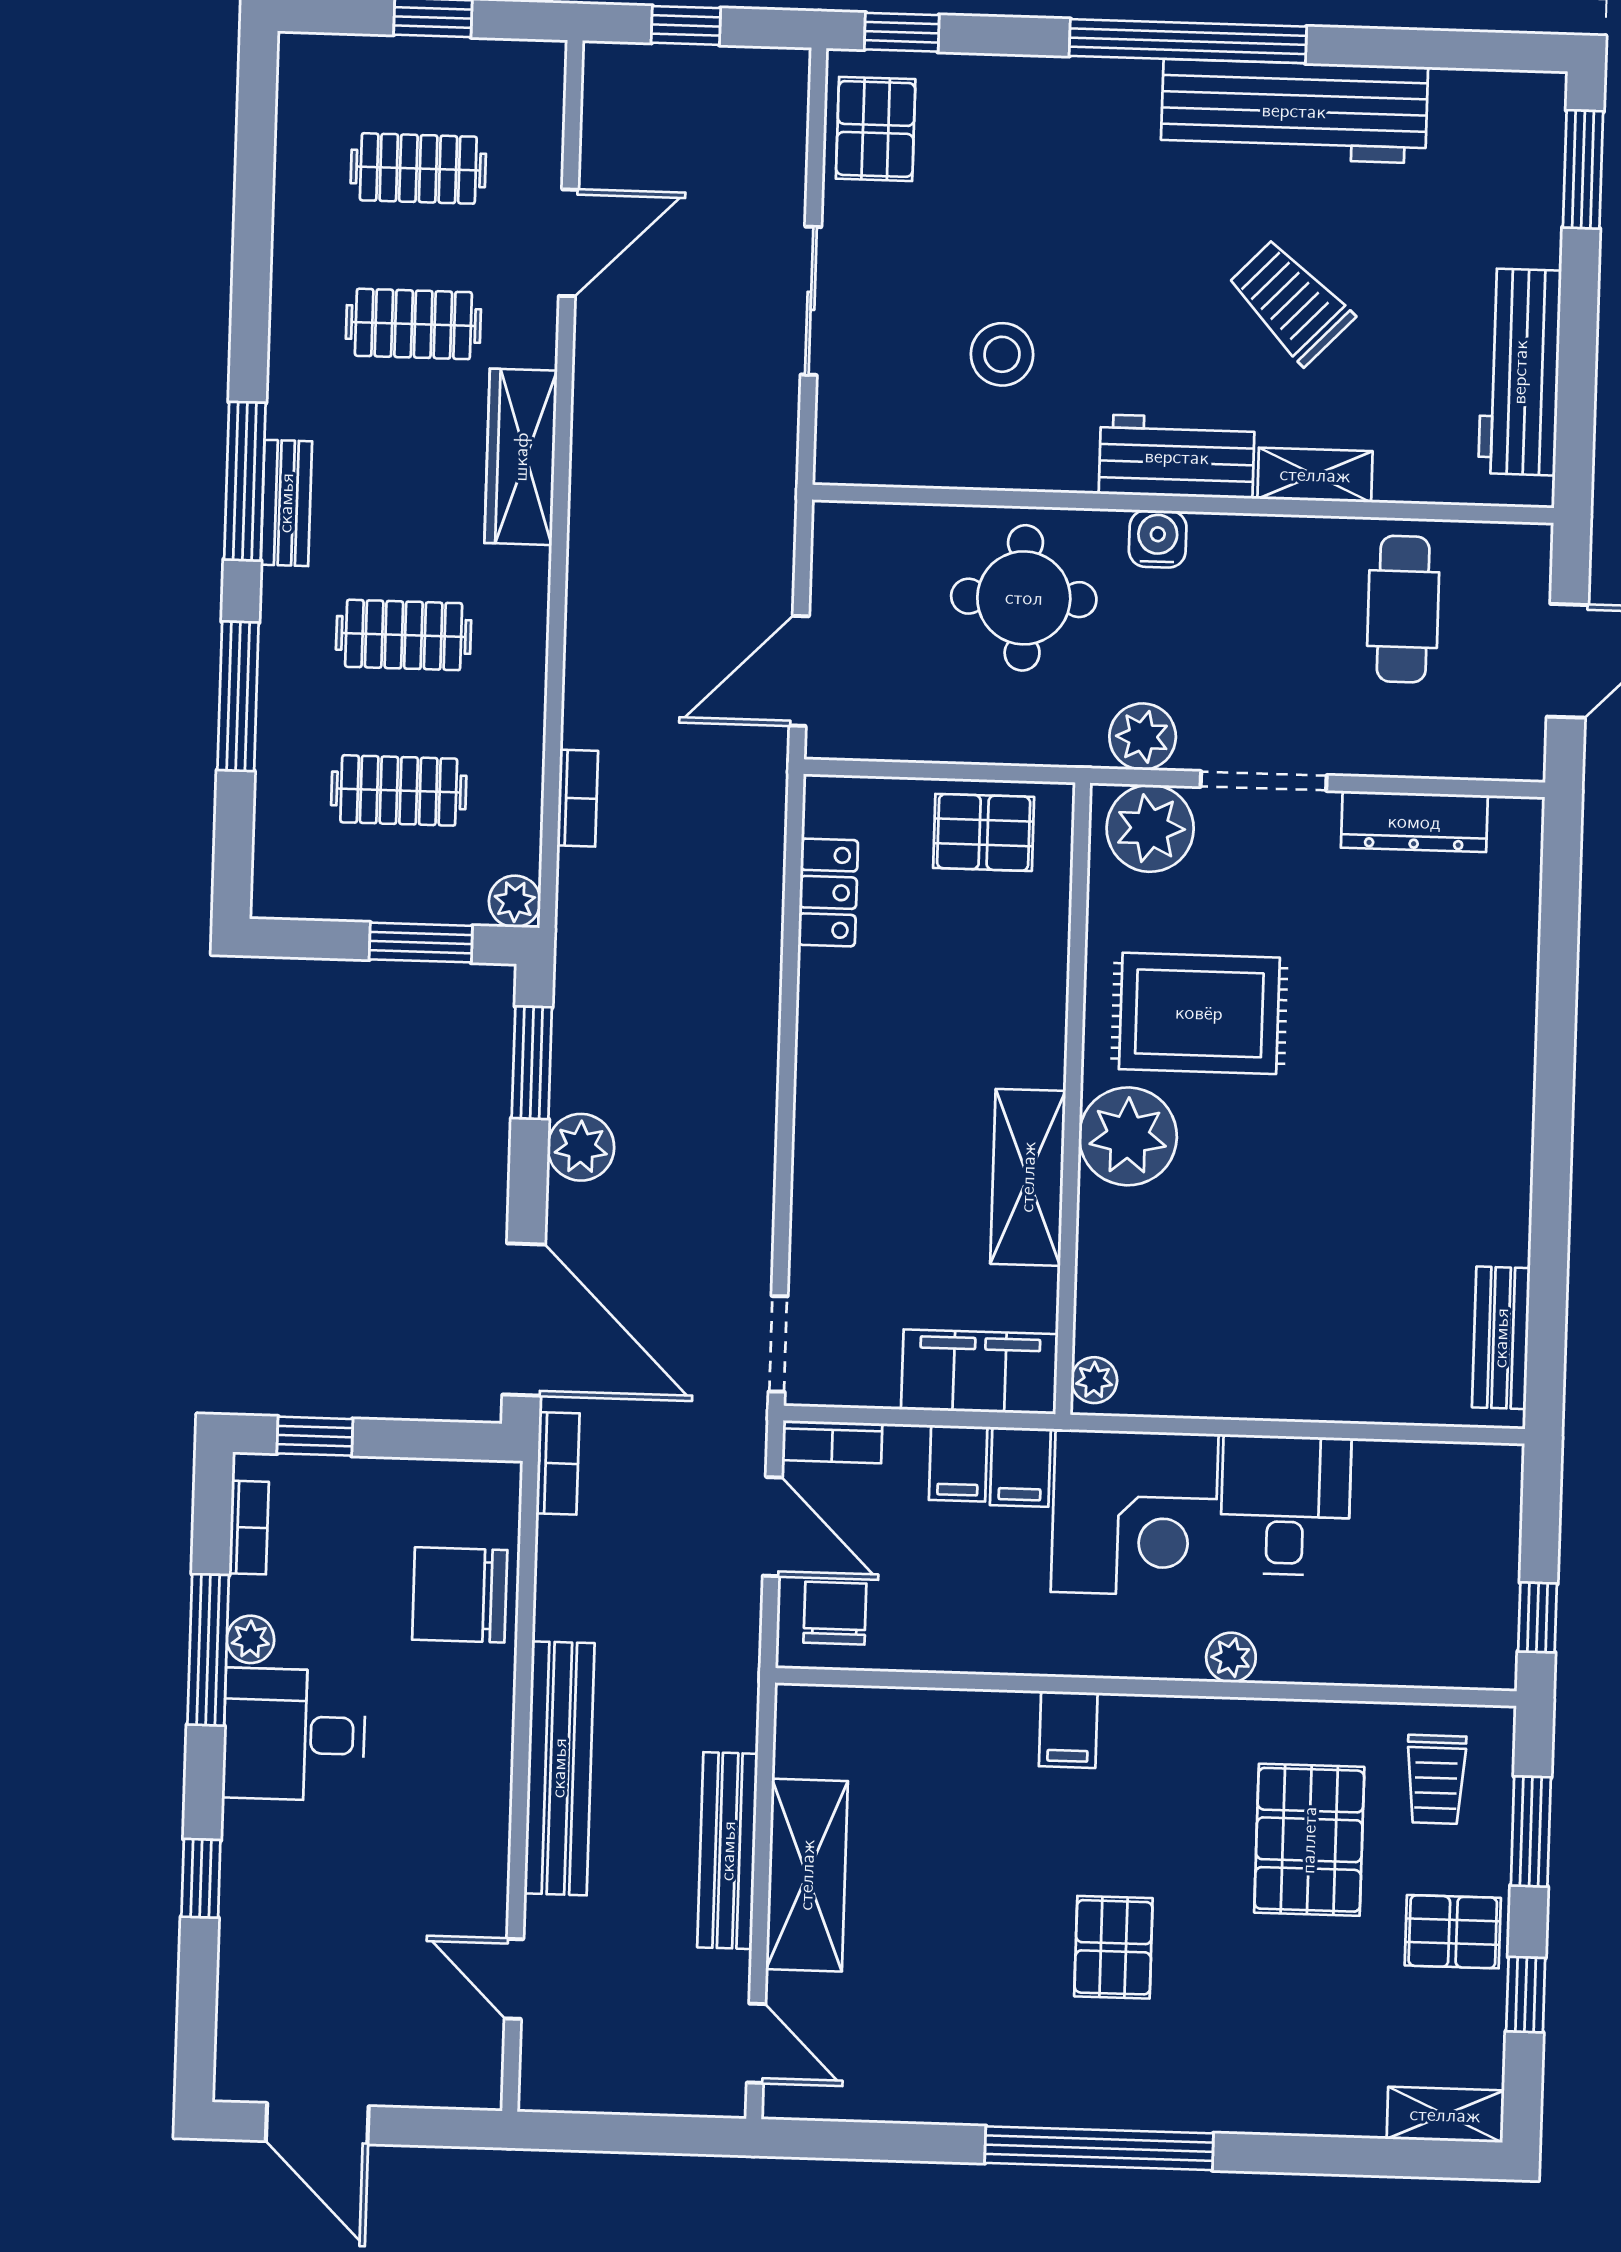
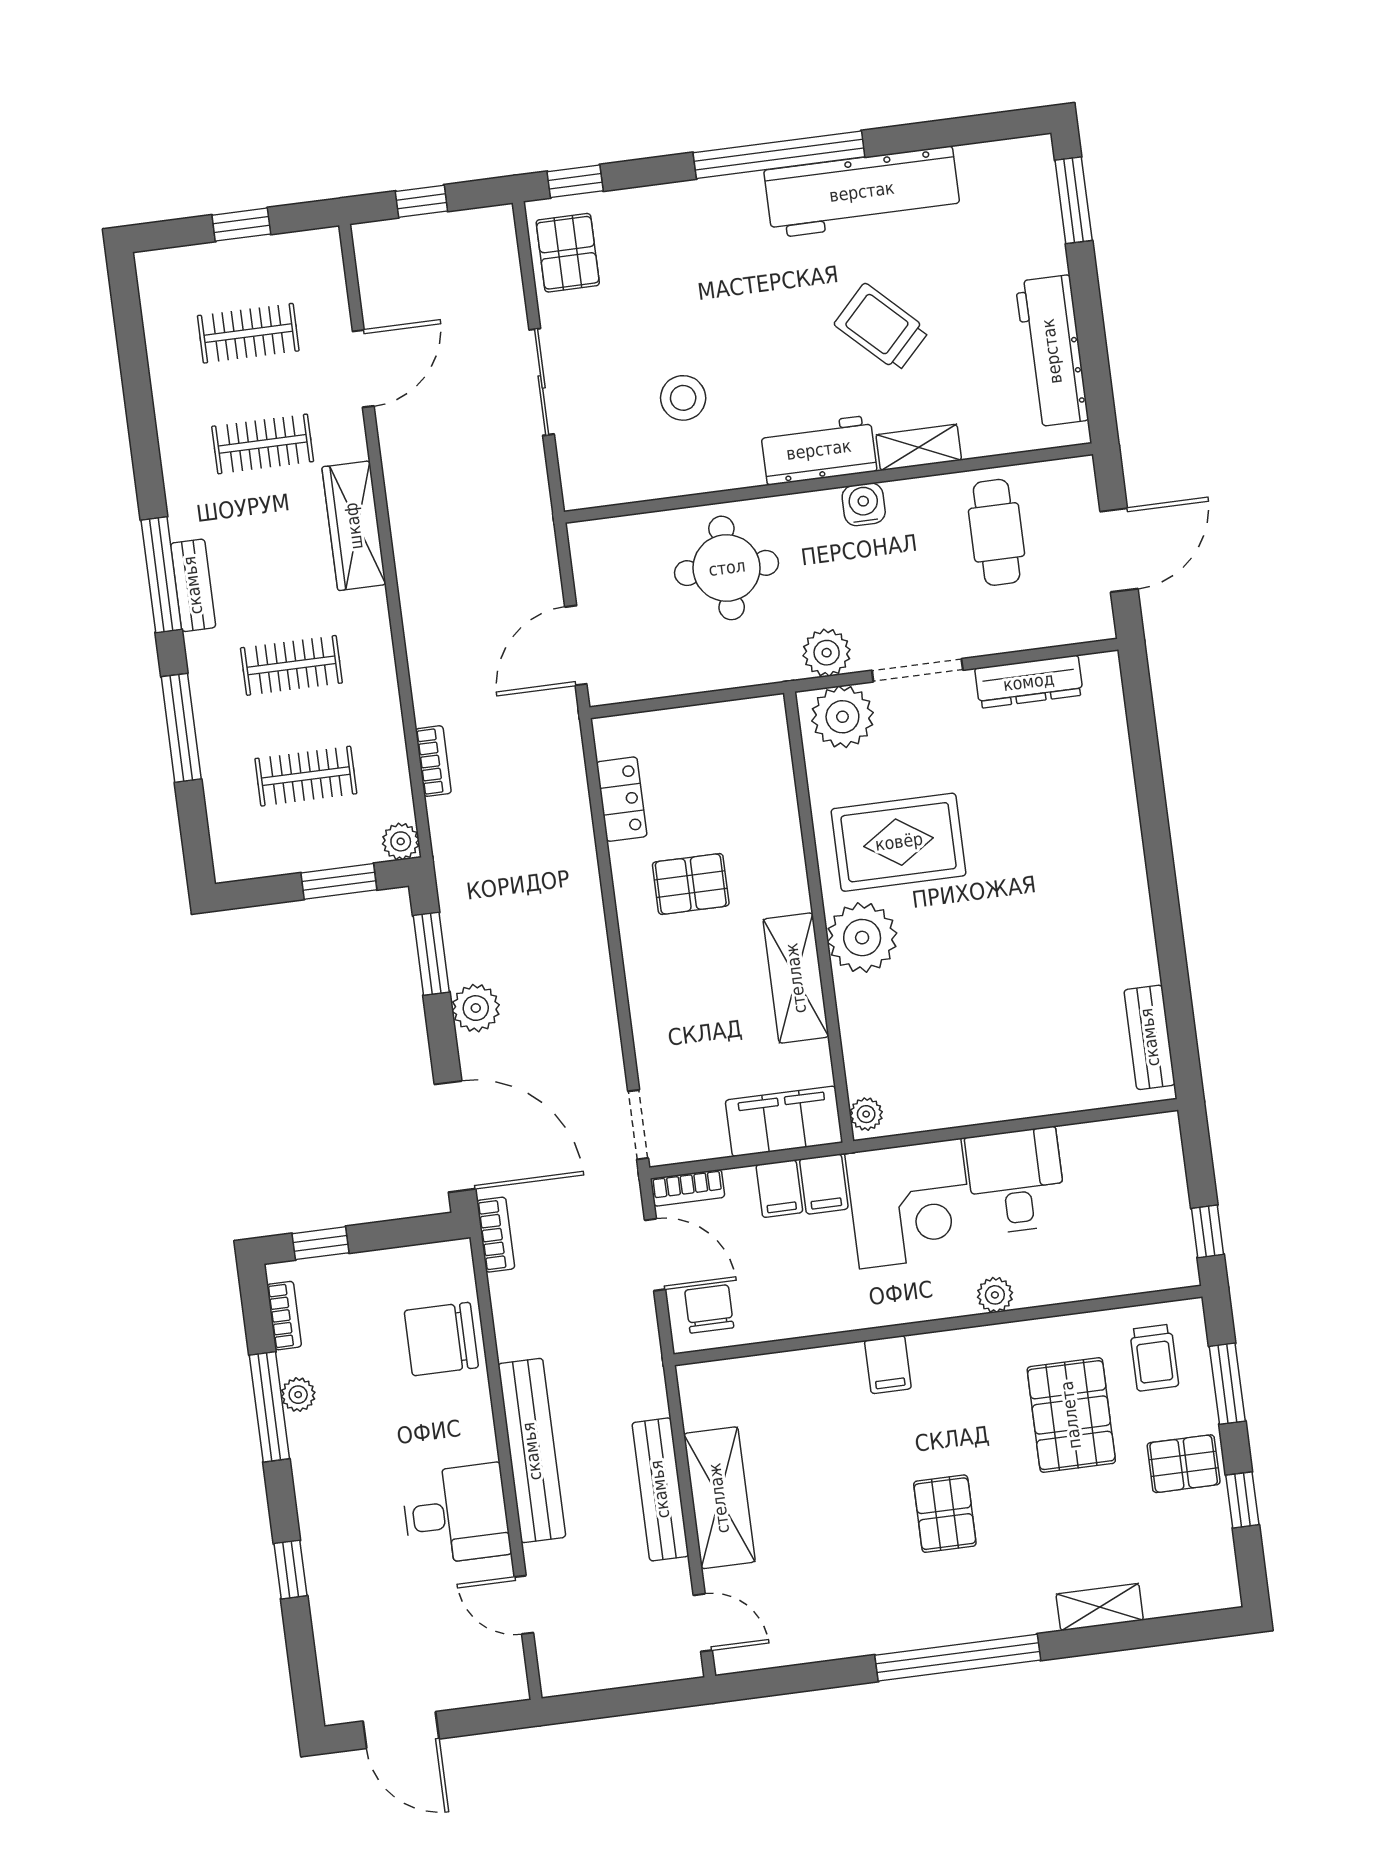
water cooler: (1158, 539) -> (864, 504), moved
pallet: (984, 832) -> (691, 884), moved
desk: (294, 1735) -> (456, 1514), moved, turned 180
shelving: (1445, 2115) -> (1100, 1607), moved

